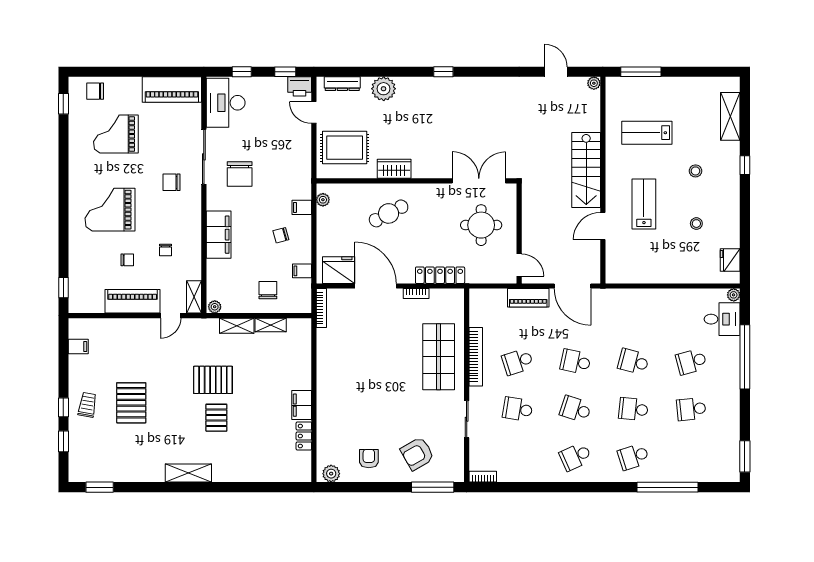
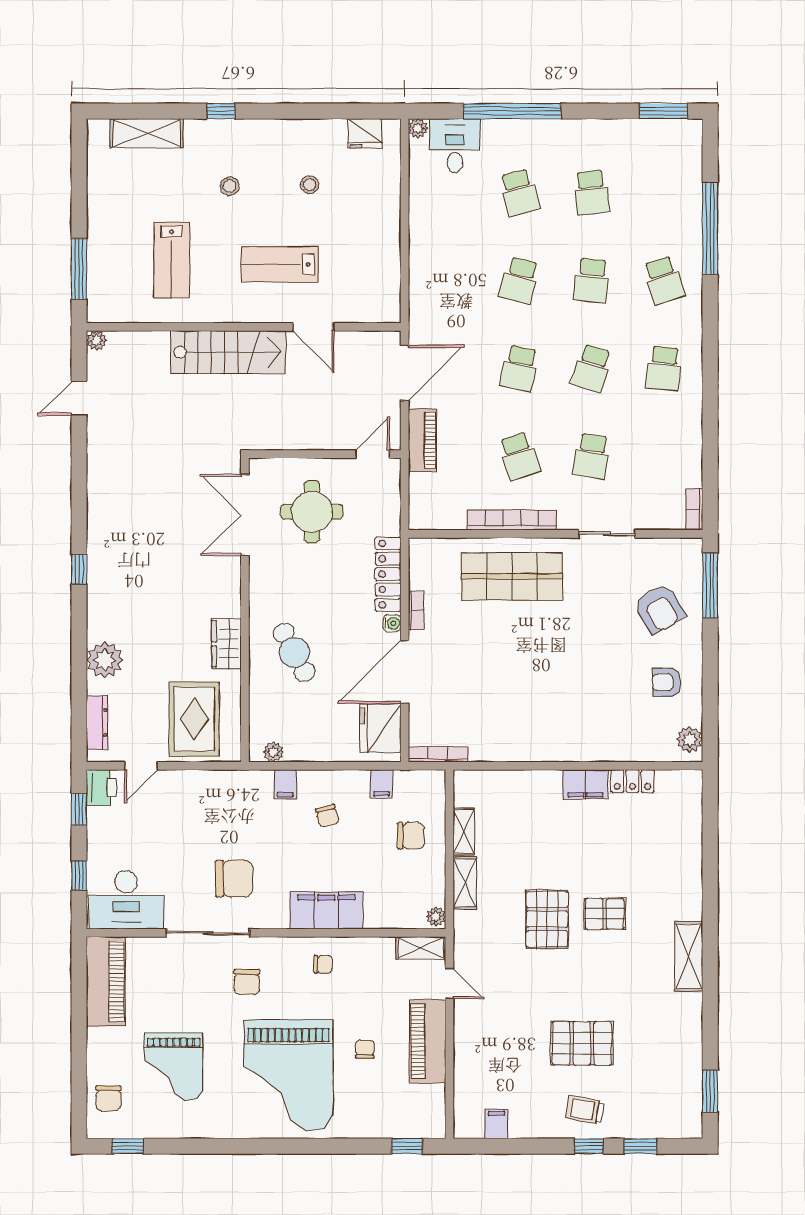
grand piano: (110, 210) -> (288, 1075), width x1.37, depth x1.48
chair: (166, 250) -> (323, 964), moved
water cooler: (408, 278) -> (392, 623), added
chair: (268, 290) -> (411, 836), turned 180
school desk: (576, 457) -> (664, 368), turned 30

